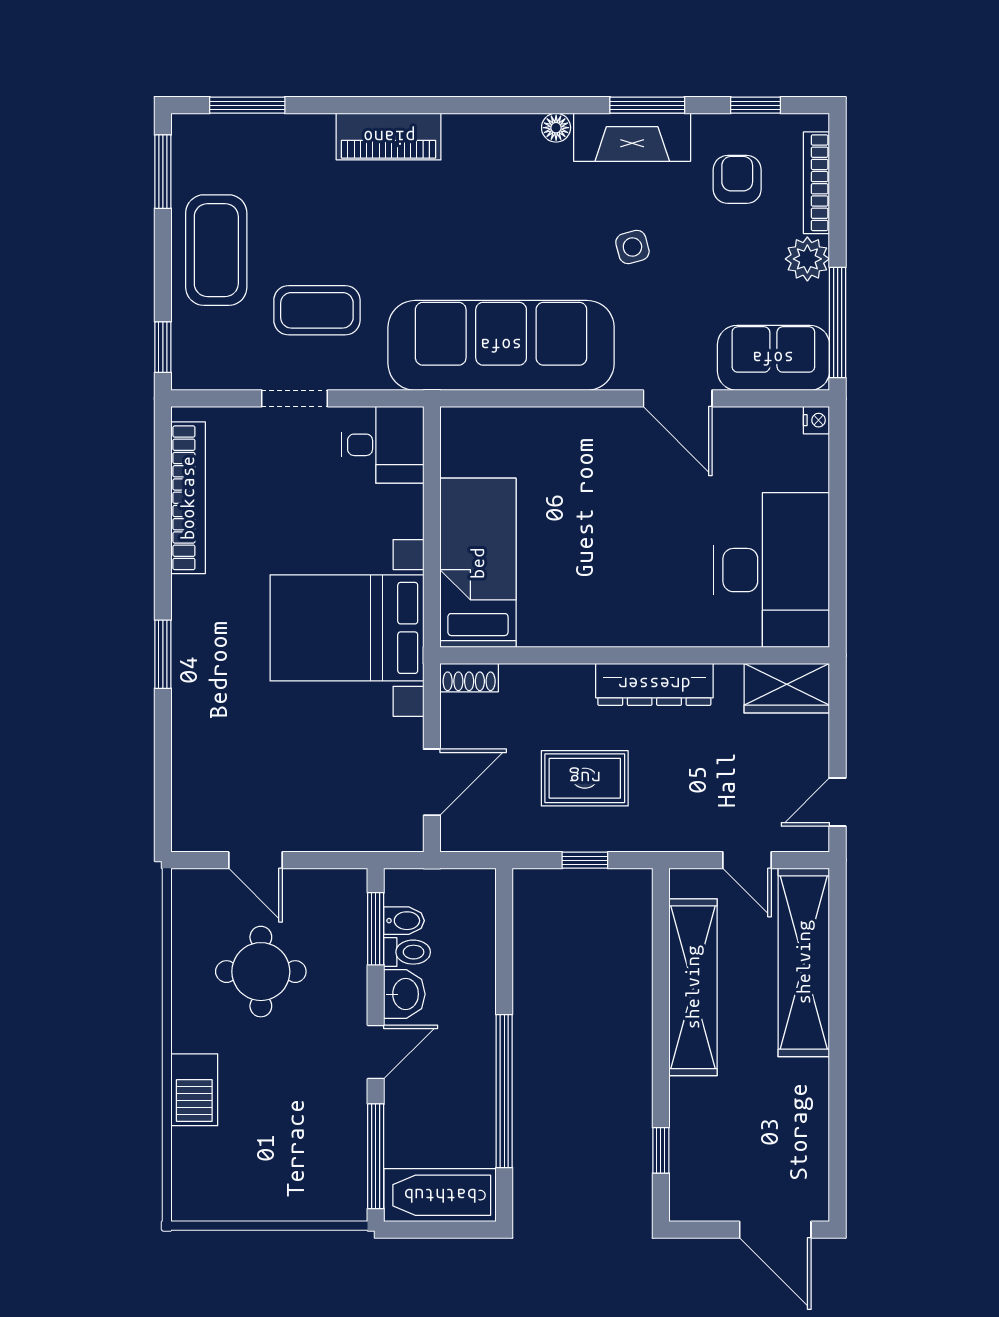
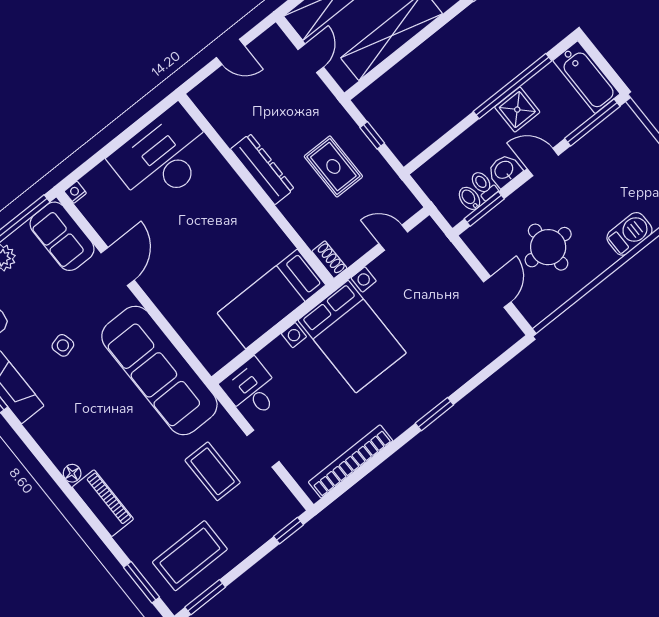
floor lamp: (556, 128) -> (72, 473), moved
coffee table: (216, 250) -> (190, 556), moved
wardrobe: (787, 688) -> (214, 105), removed
door: (432, 782) -> (393, 238), width x0.73
door: (838, 802) -> (231, 52), moved
shower: (469, 1073) -> (517, 110), added

